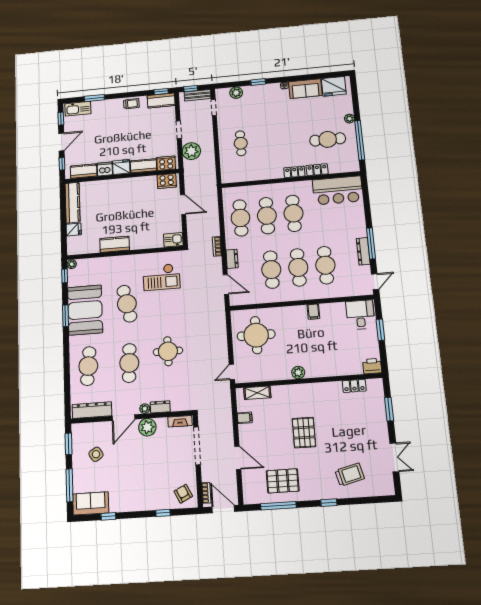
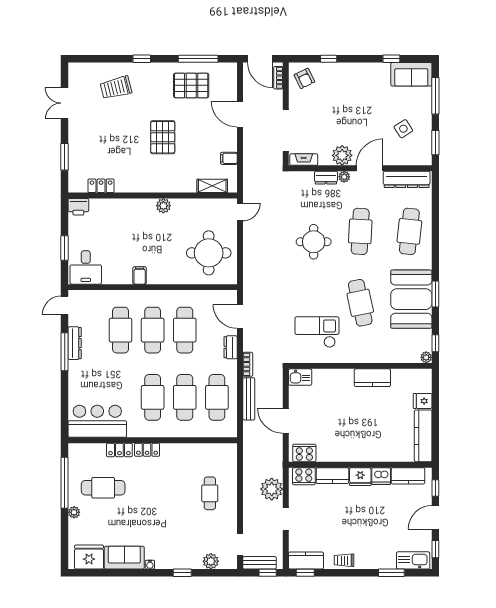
bench: (214, 219) -> (249, 399), added

